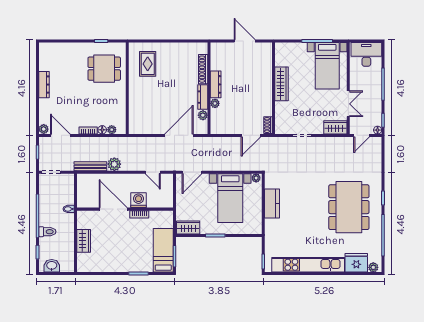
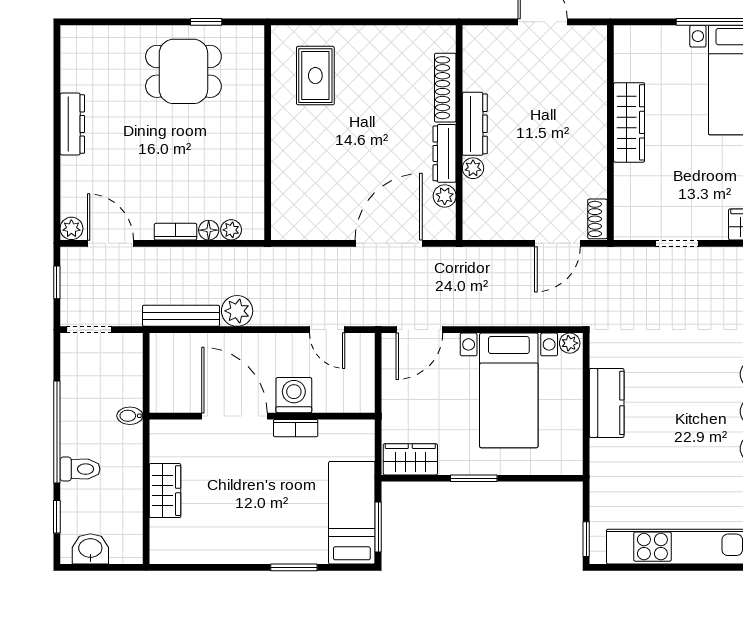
dining table: (104, 69) -> (183, 71), moved

